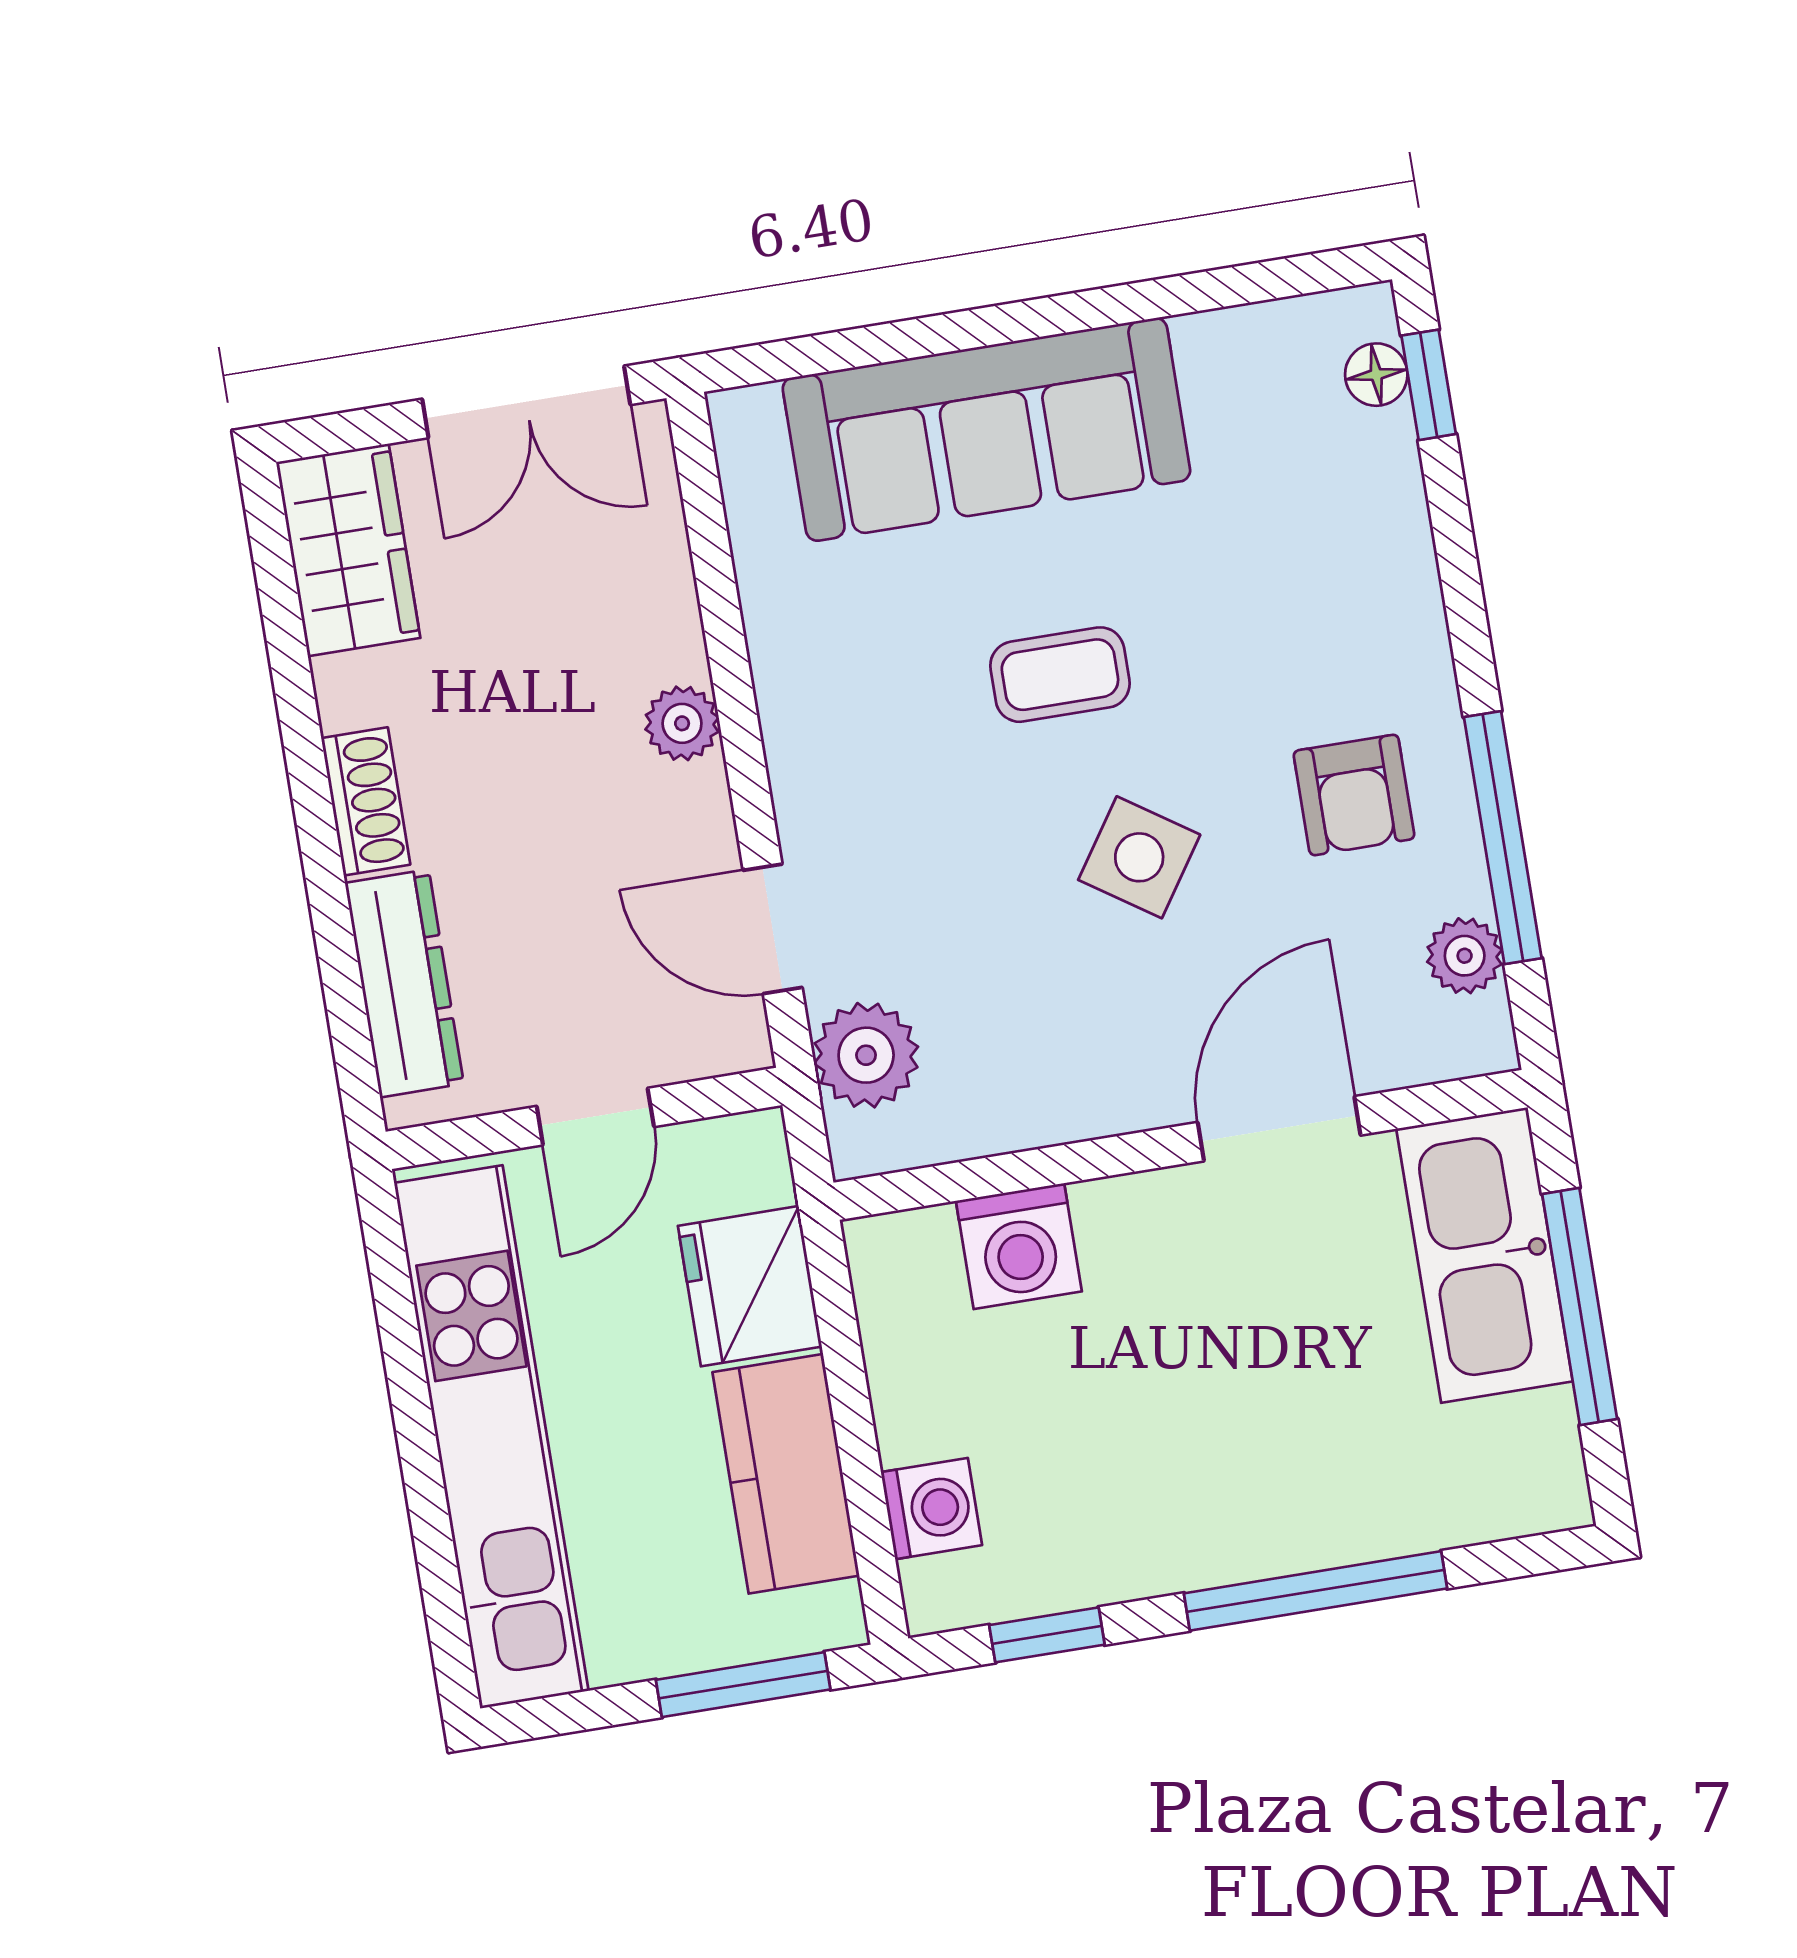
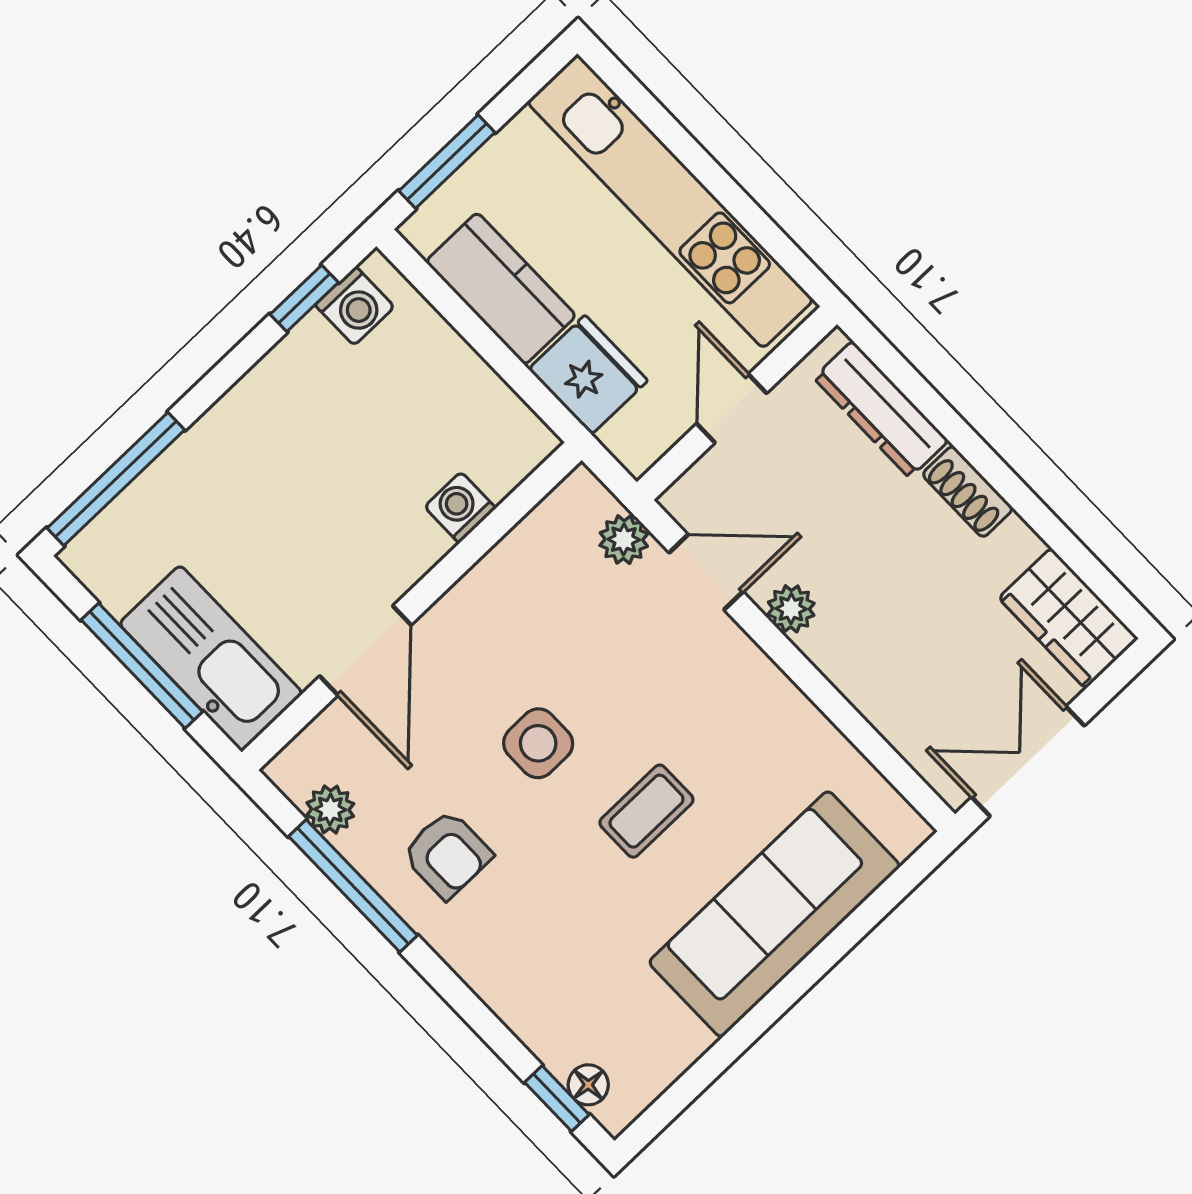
plant: (682, 723) -> (791, 609), moved
armchair: (1354, 795) -> (447, 854), turned 180
side table: (1139, 857) -> (538, 743), turned -34
plant: (866, 1055) -> (624, 540), width x0.73, depth x0.73
washing machine: (1019, 1246) -> (460, 507), width x0.73, depth x0.73
washing machine: (931, 1509) -> (355, 306), moved, turned -90
window: (1316, 1591) -> (116, 479), moved

